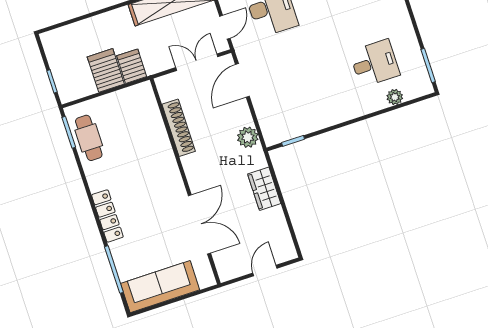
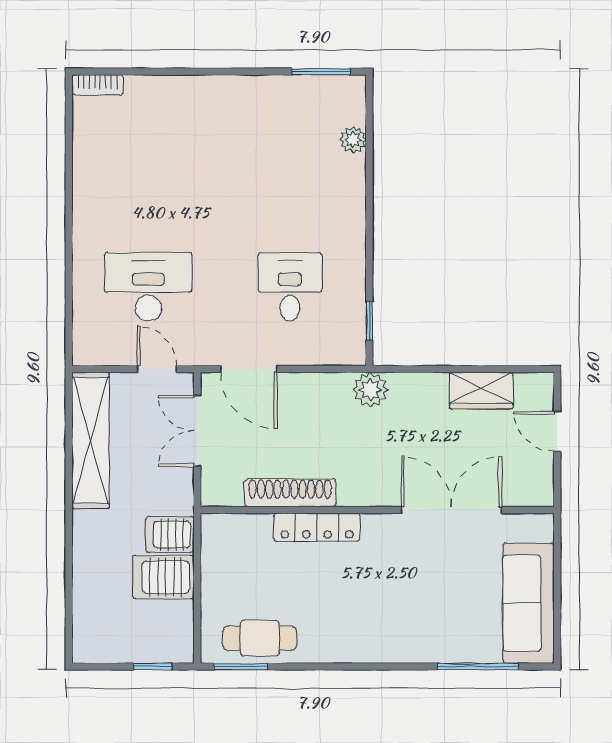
desk: (375, 63) -> (290, 287), moved
plant: (248, 137) -> (370, 390), moved
wardrobe: (264, 189) -> (481, 391), moved
locker: (107, 216) -> (317, 527), moved, turned 180

